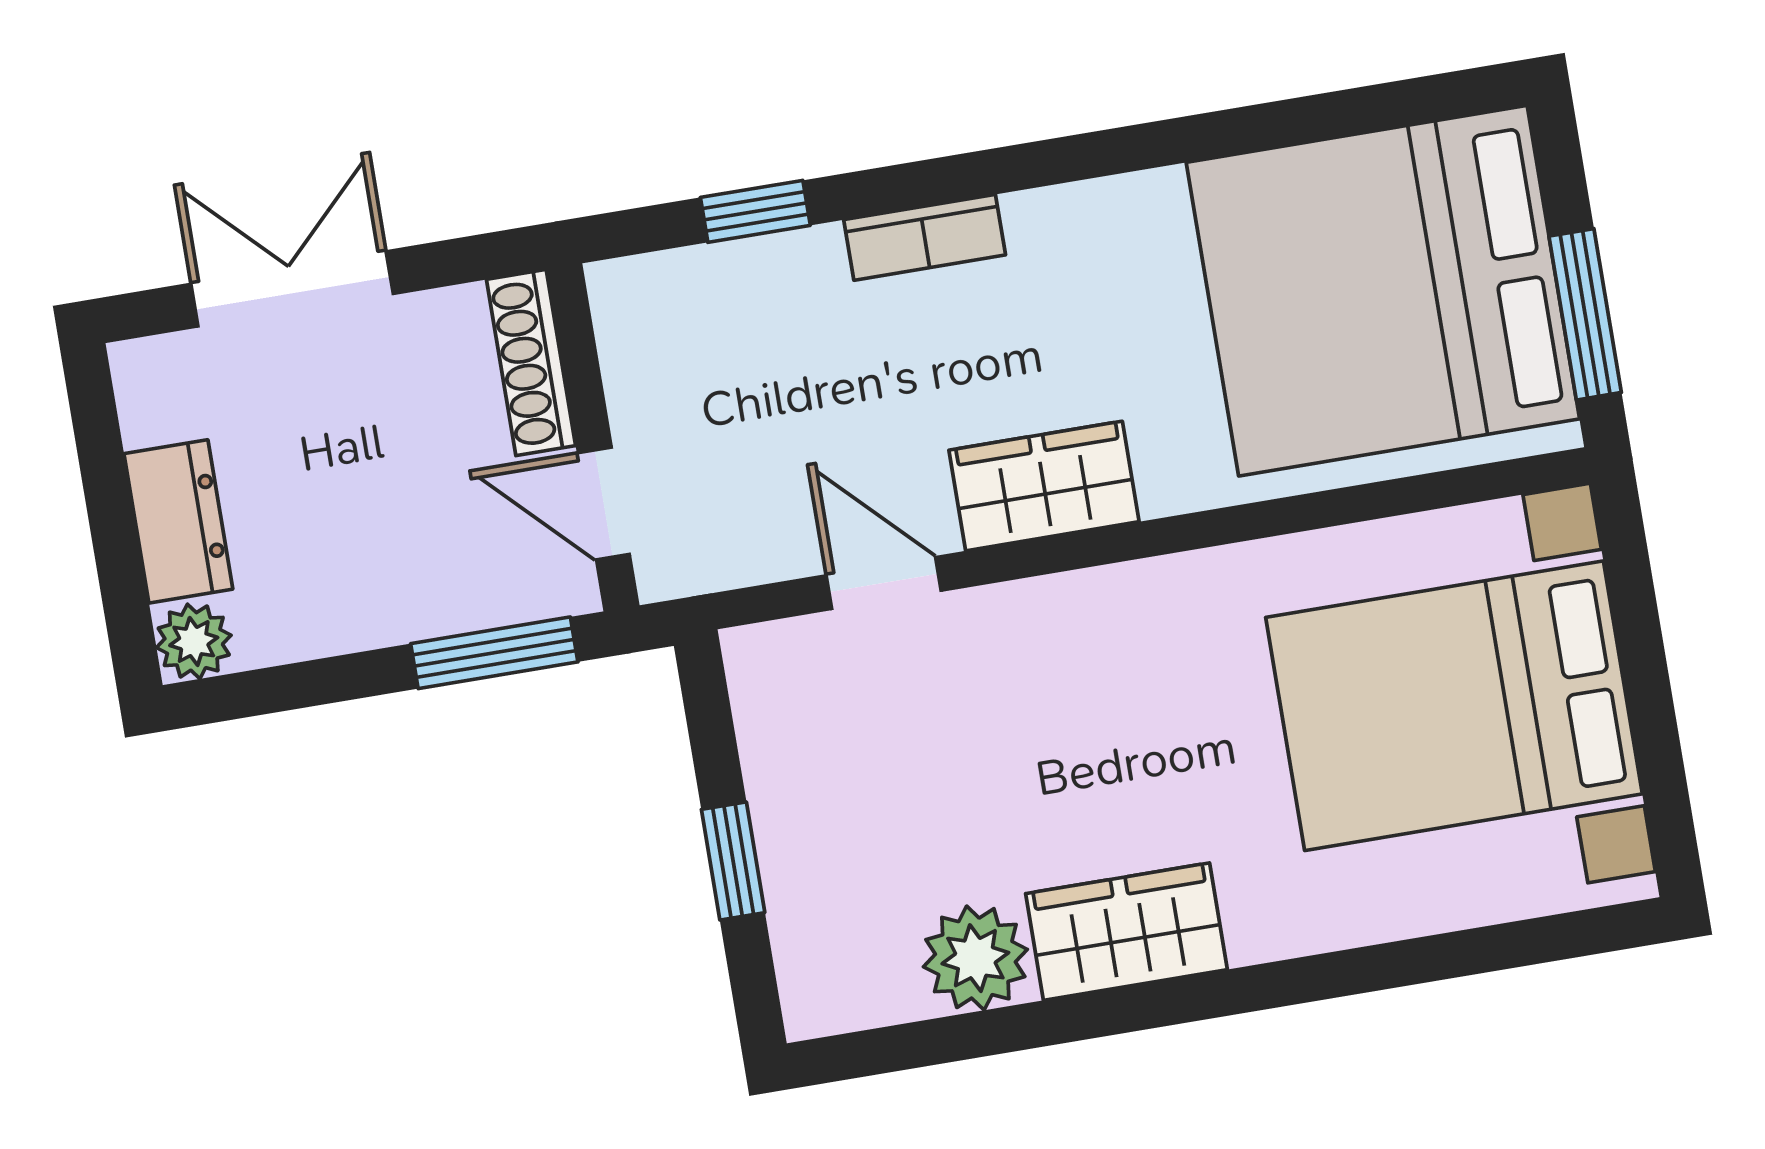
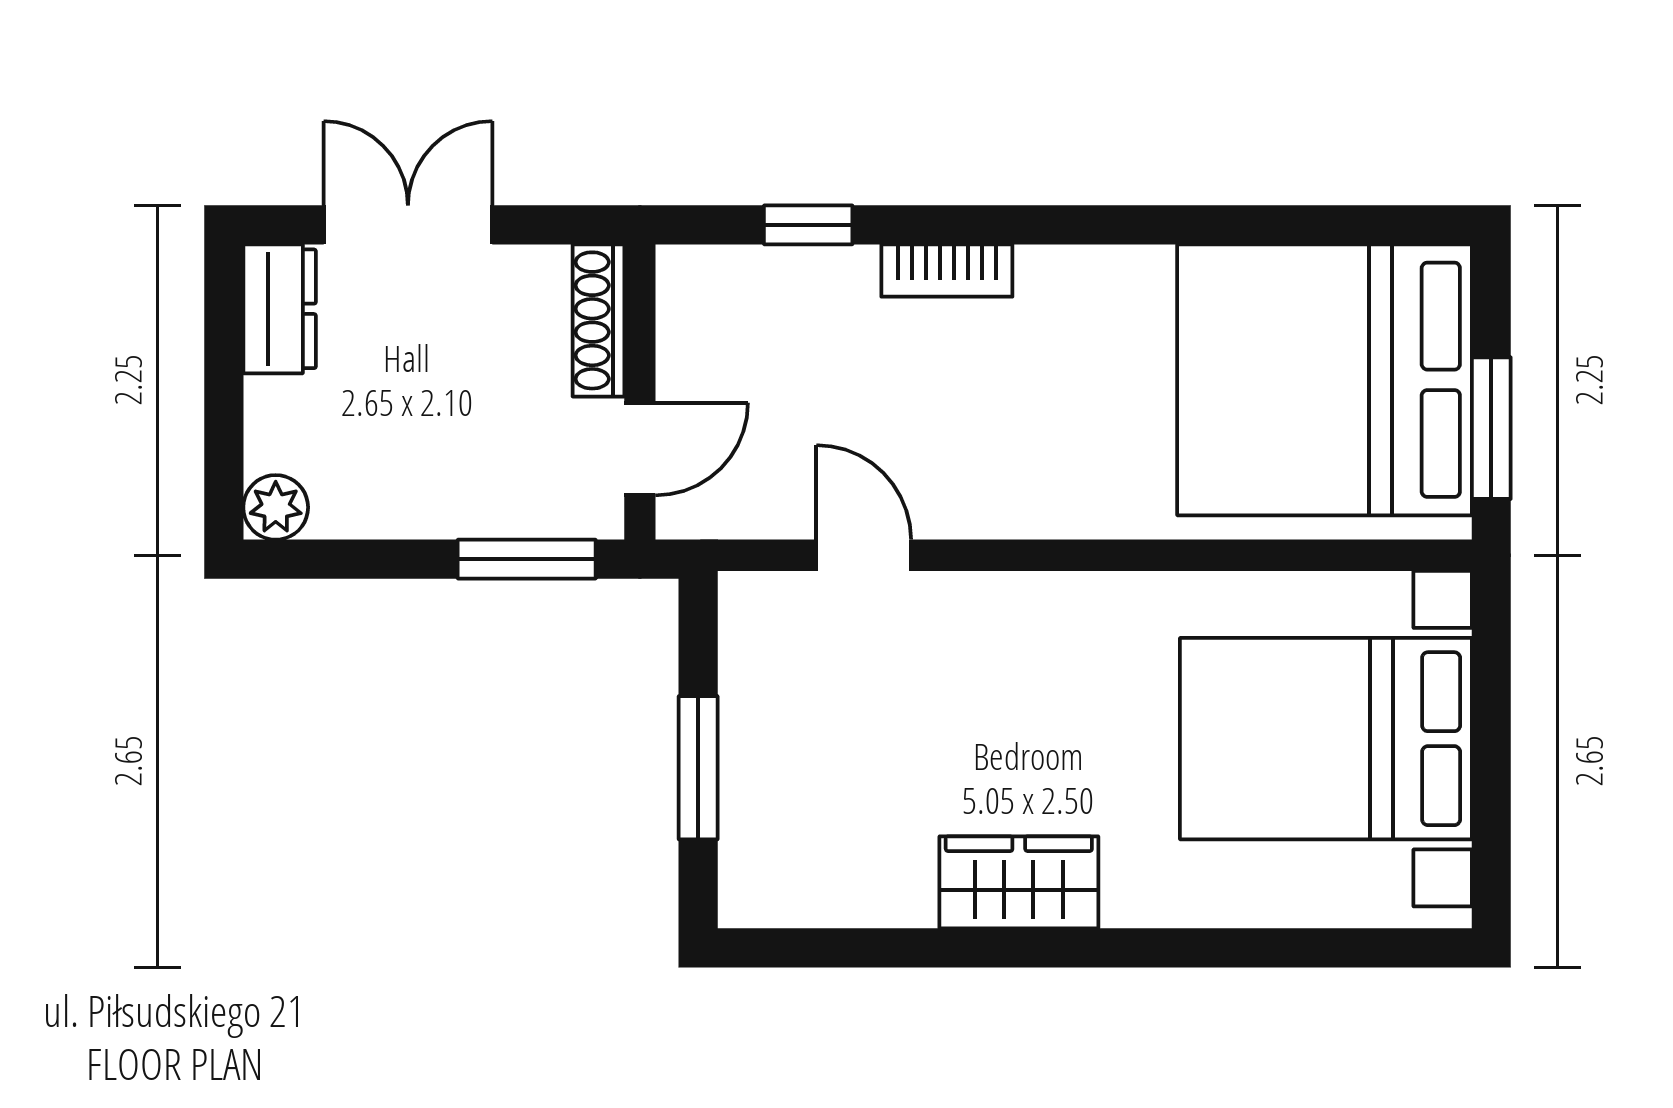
wardrobe: (1044, 486) -> (1012, 496), removed
door: (604, 503) -> (640, 449), swing flipped
dresser: (178, 521) -> (280, 309), moved
window: (733, 861) -> (698, 768), width x1.50
plant: (975, 958) -> (888, 883), removed

